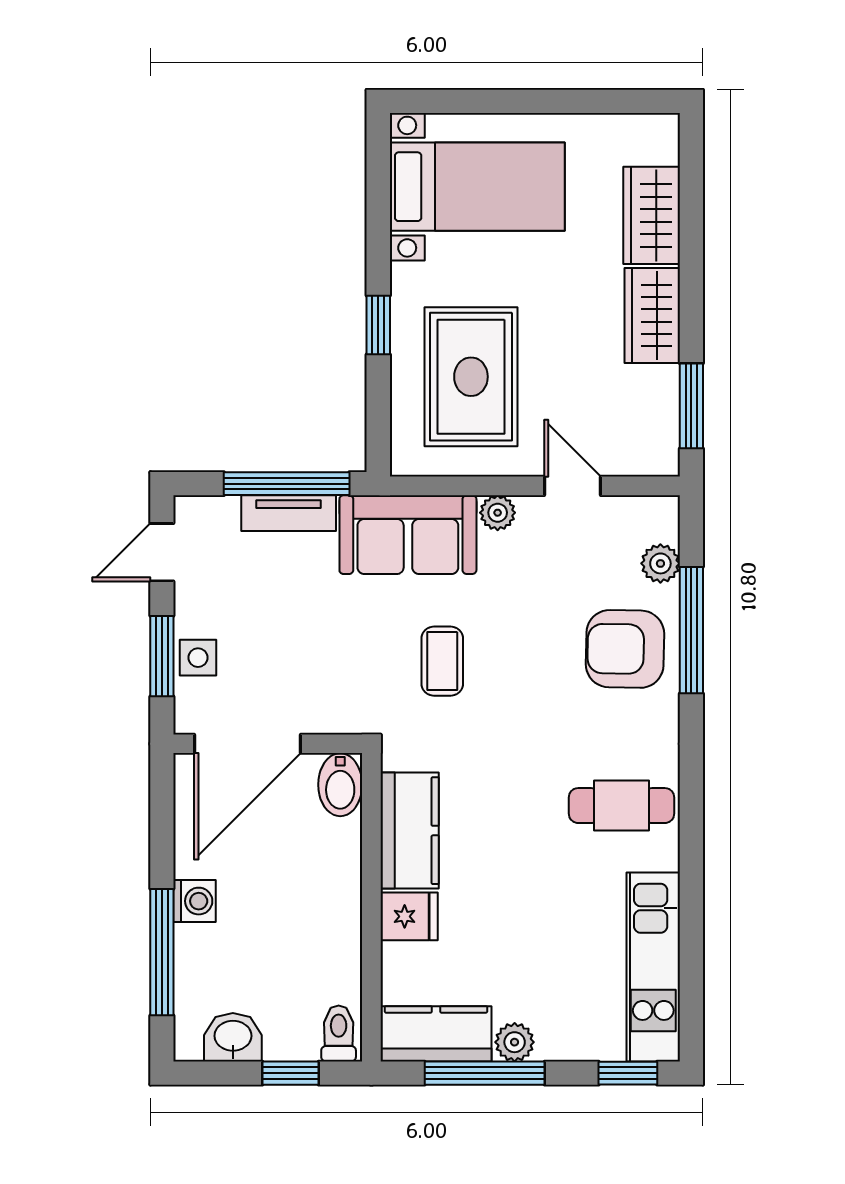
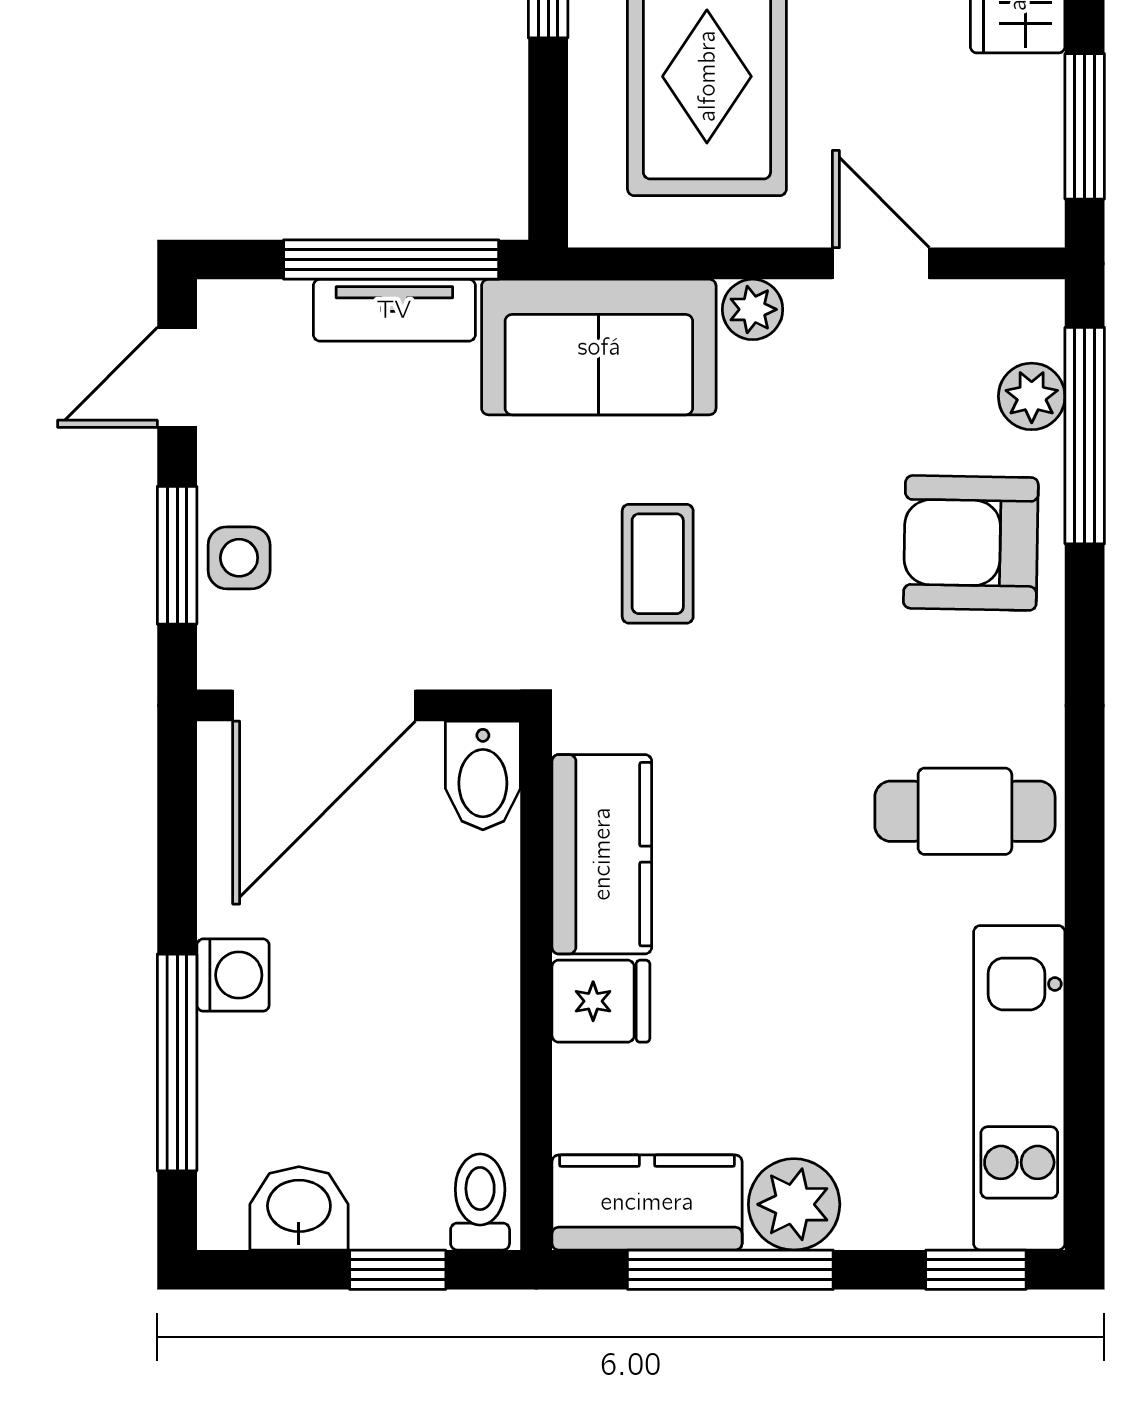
window: (691, 630) -> (1085, 436), moved
plant: (515, 1042) -> (794, 1204), width x1.38, depth x1.38

